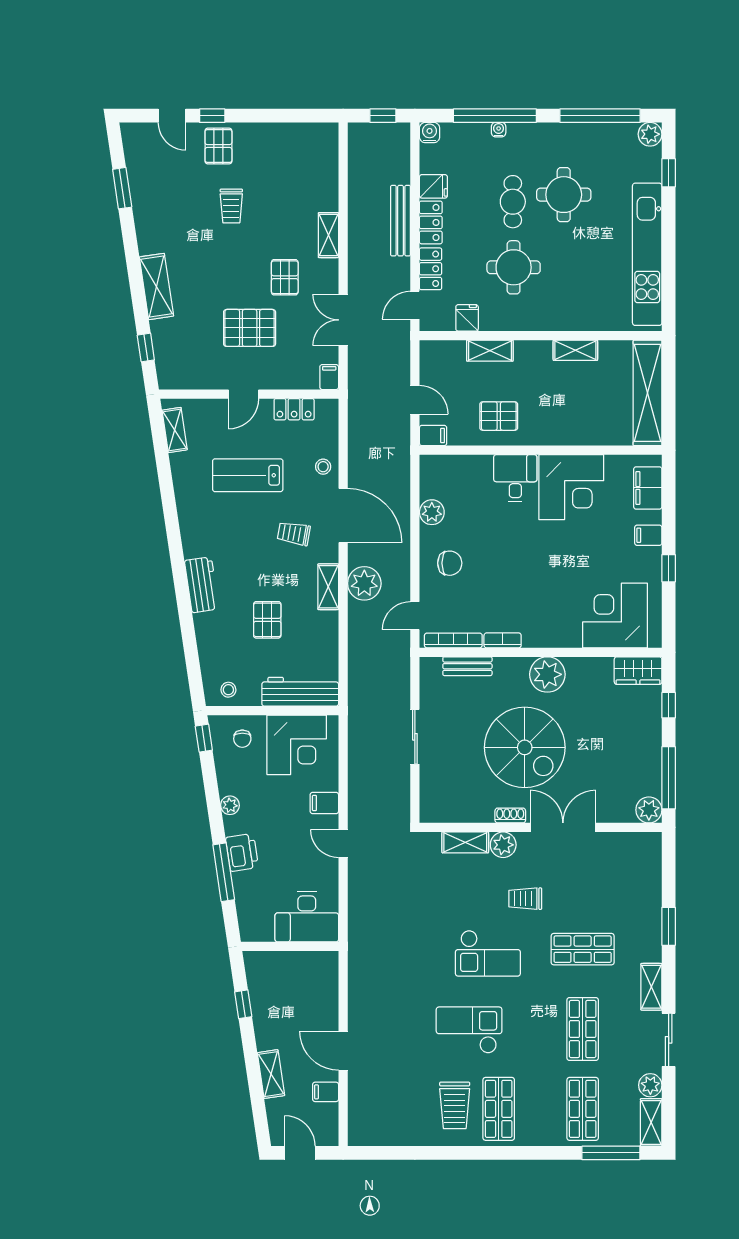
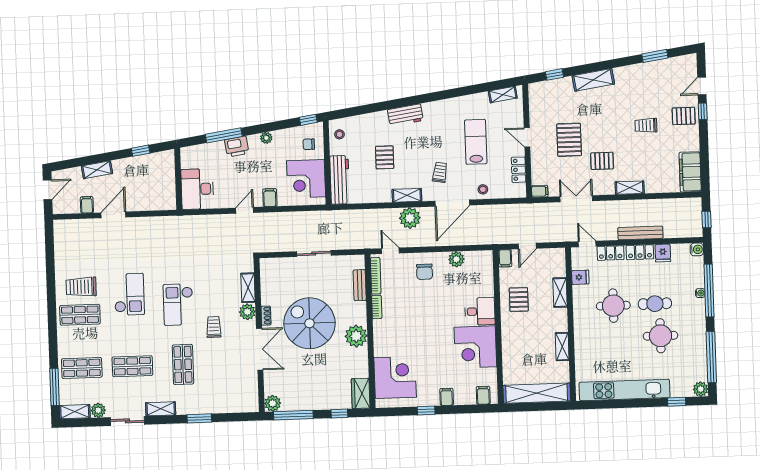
filing cabinet: (307, 139) -> (690, 172), added
filing cabinet: (648, 488) -> (483, 395), width x0.50
pallet: (267, 620) -> (385, 157), turned 90
spiral stairs: (525, 747) -> (309, 323), turned 90

